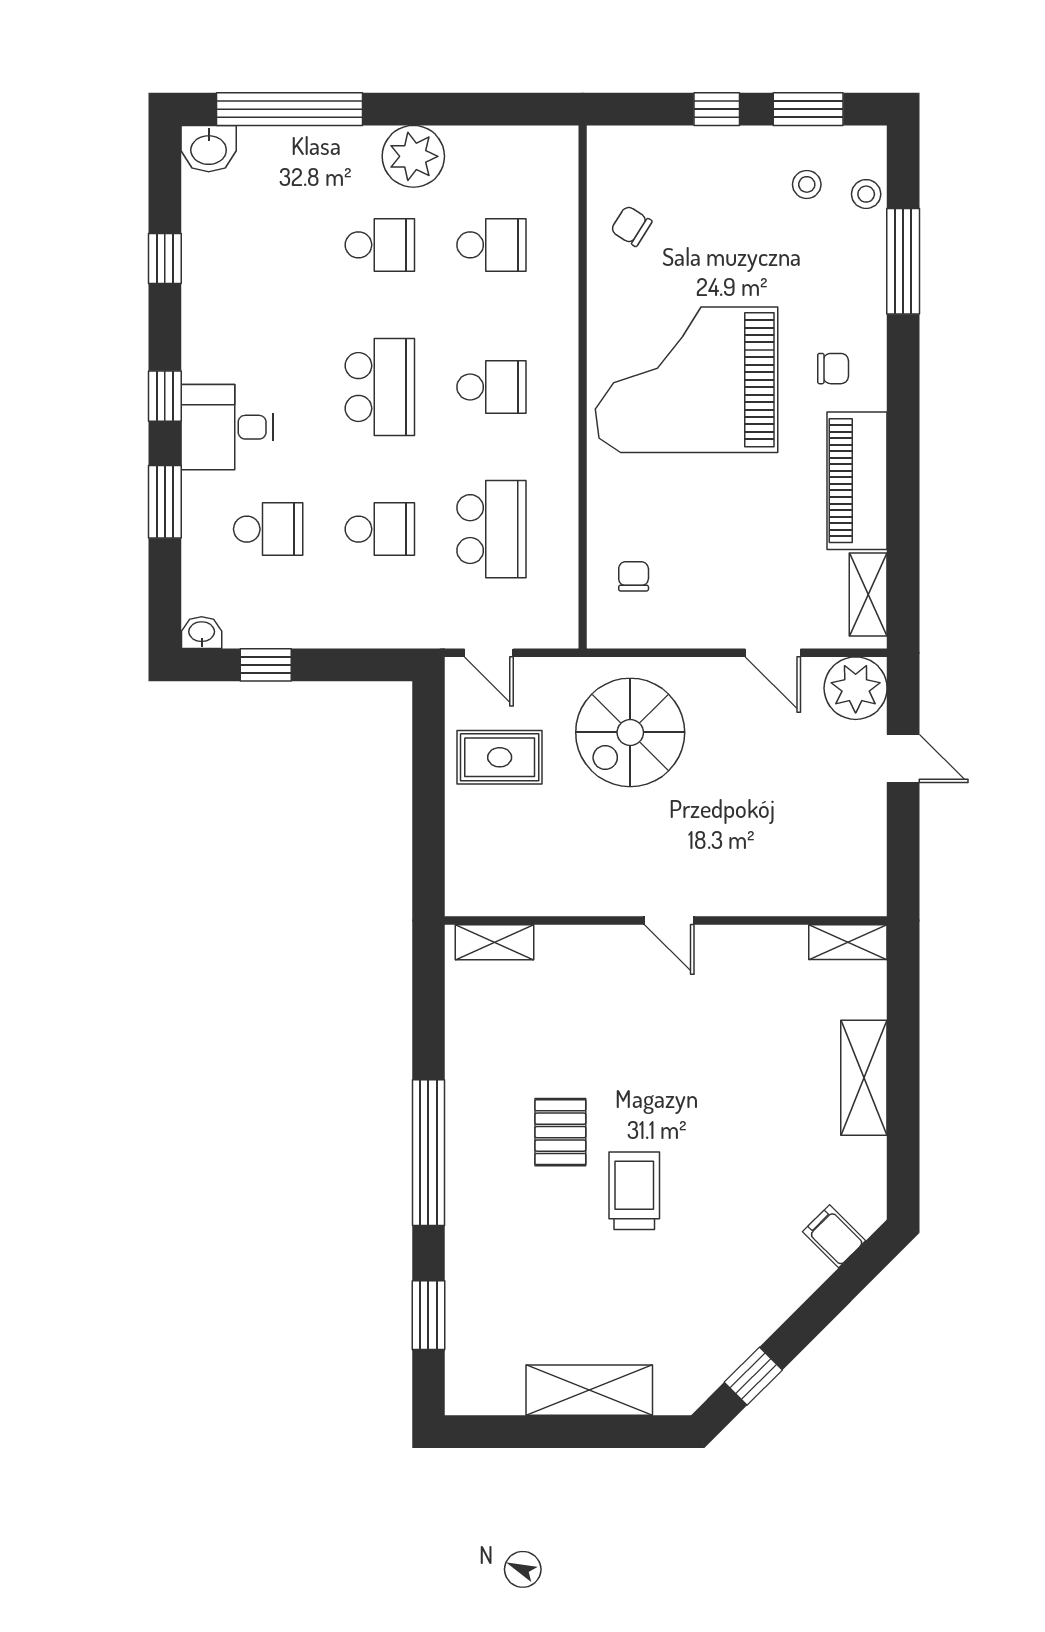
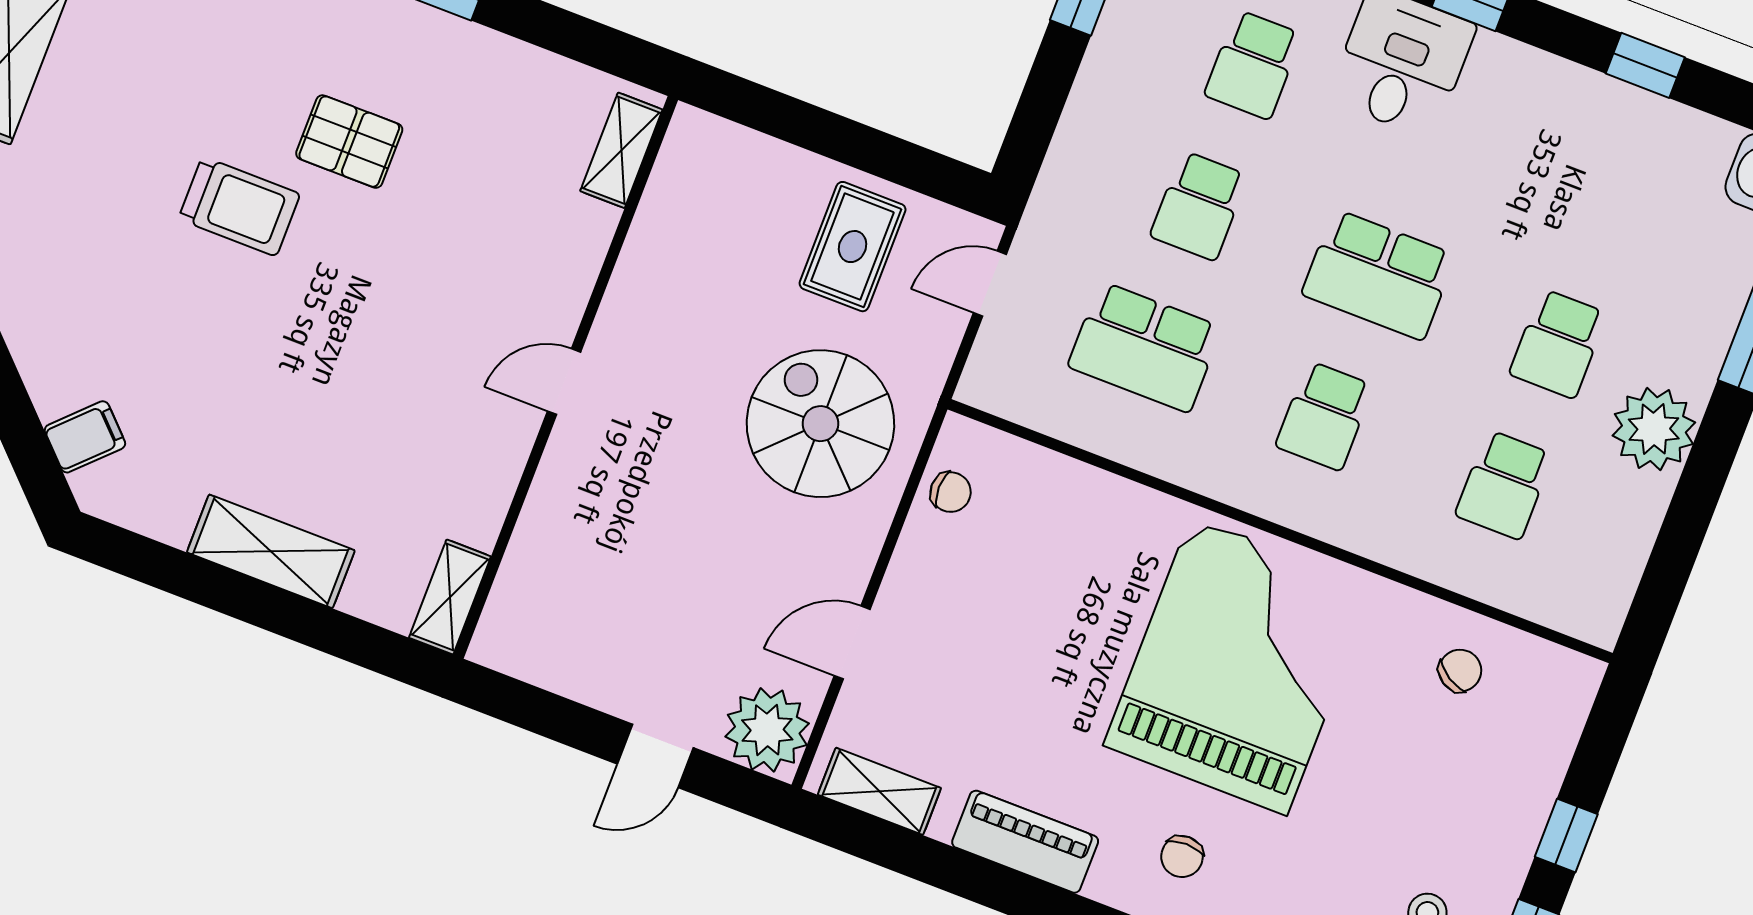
piano: (857, 481) -> (1025, 842), width x0.73, depth x0.75
chair: (634, 576) -> (951, 492), moved

